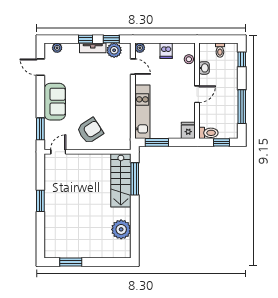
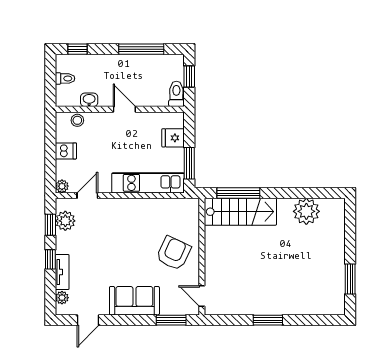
tv unit: (93, 48) -> (62, 272), moved
fridge: (188, 130) -> (173, 138), moved
armchair: (90, 131) -> (173, 253), turned 58

